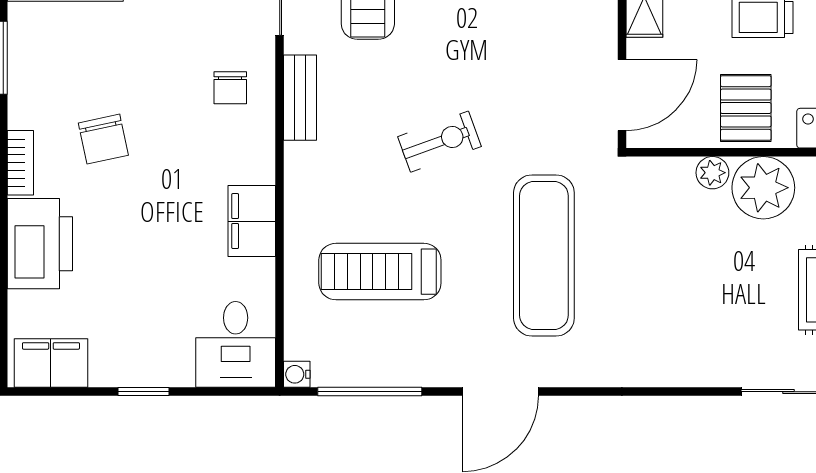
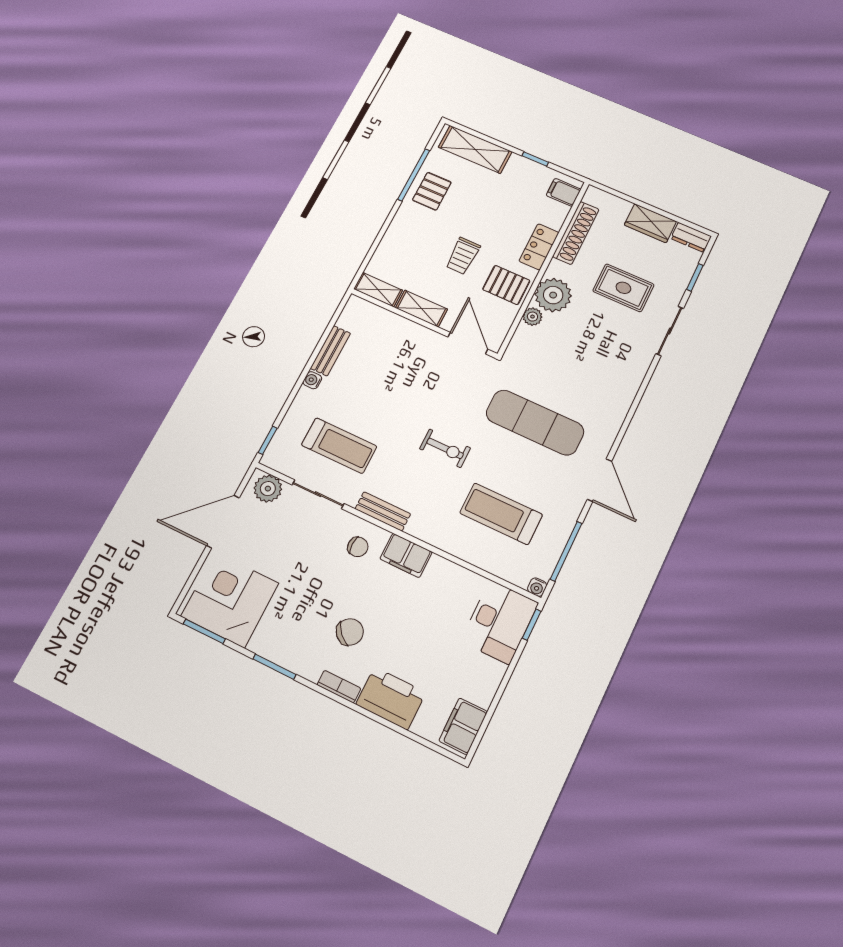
chair: (103, 139) -> (350, 632), turned -32
exercise bike: (439, 142) -> (445, 448), turned 110
filing cabinet: (252, 221) -> (406, 555), moved
treadmill: (380, 272) -> (501, 514), turned 90
desk: (236, 344) -> (500, 622), width x1.37
window: (143, 392) -> (532, 625), moved

